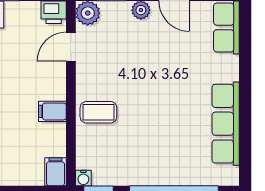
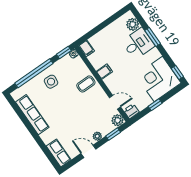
door: (71, 47) -> (115, 102), hinge flipped
side table: (155, 157) -> (51, 82), added

